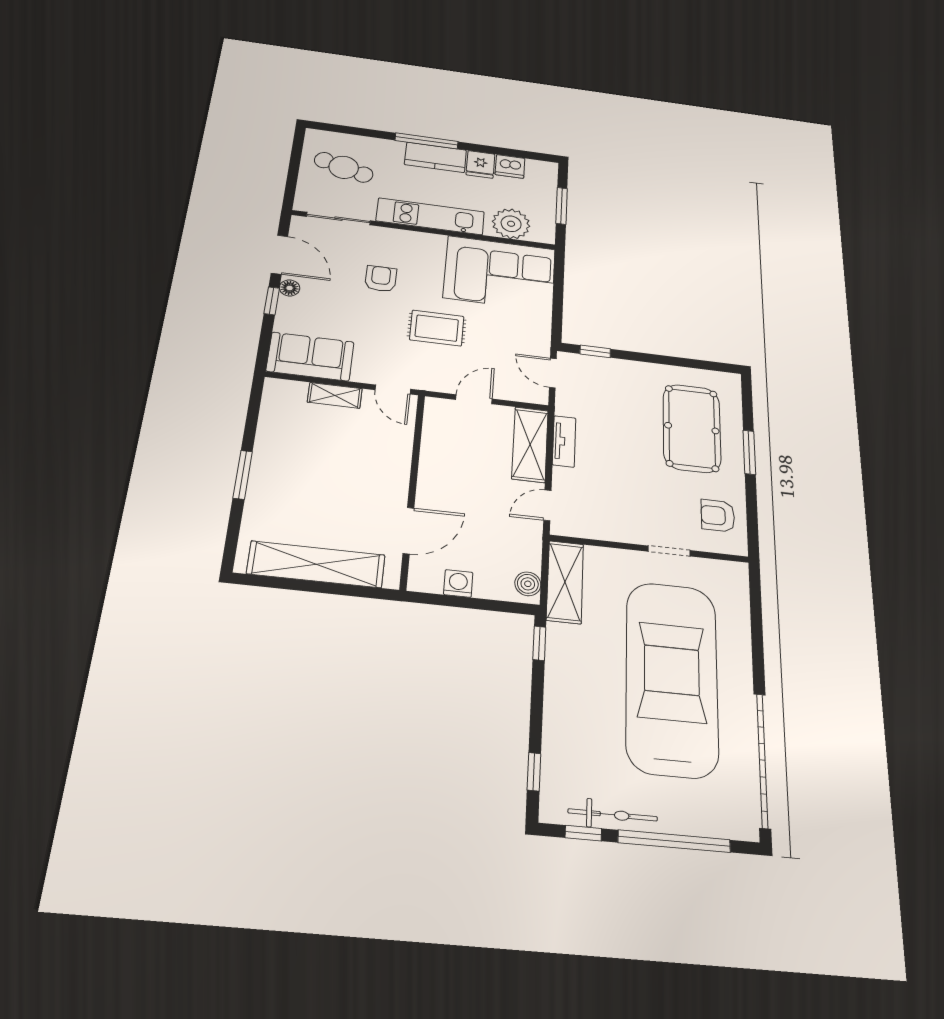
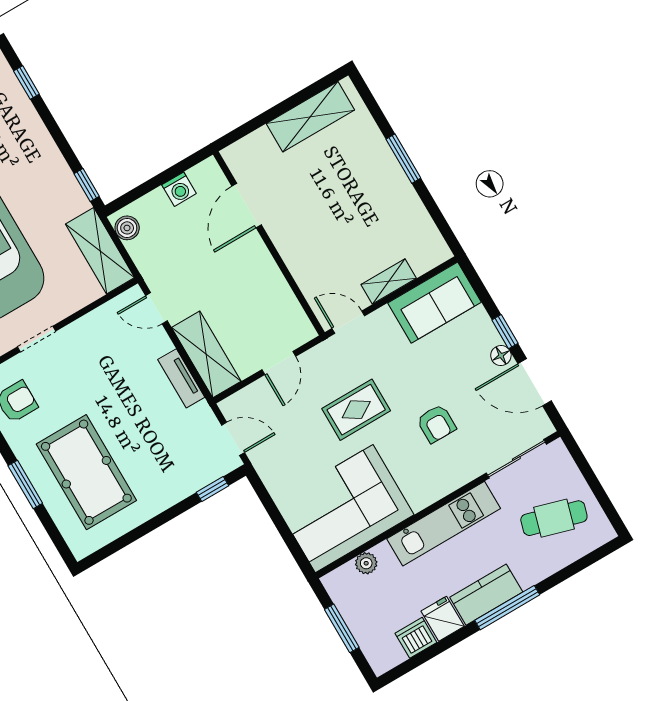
plant: (511, 224) -> (366, 563), width x0.53, depth x0.53
door: (547, 505) -> (156, 308), swing flipped
shelving: (316, 564) -> (310, 117), width x0.68

